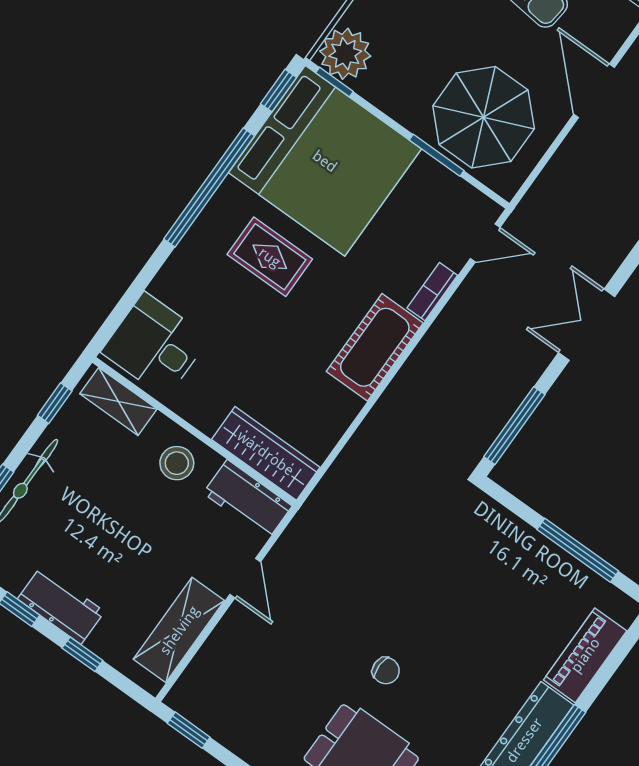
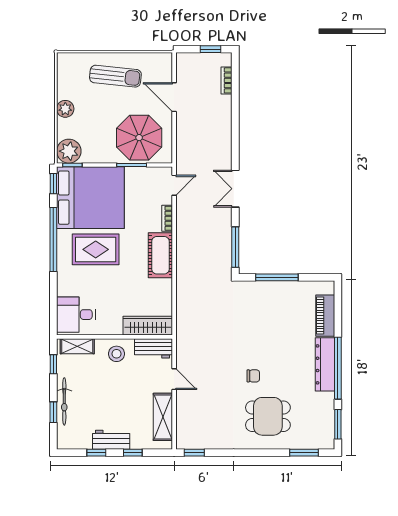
rug: (270, 257) -> (96, 249), width x1.36, depth x1.43
window: (578, 550) -> (277, 277), moved

